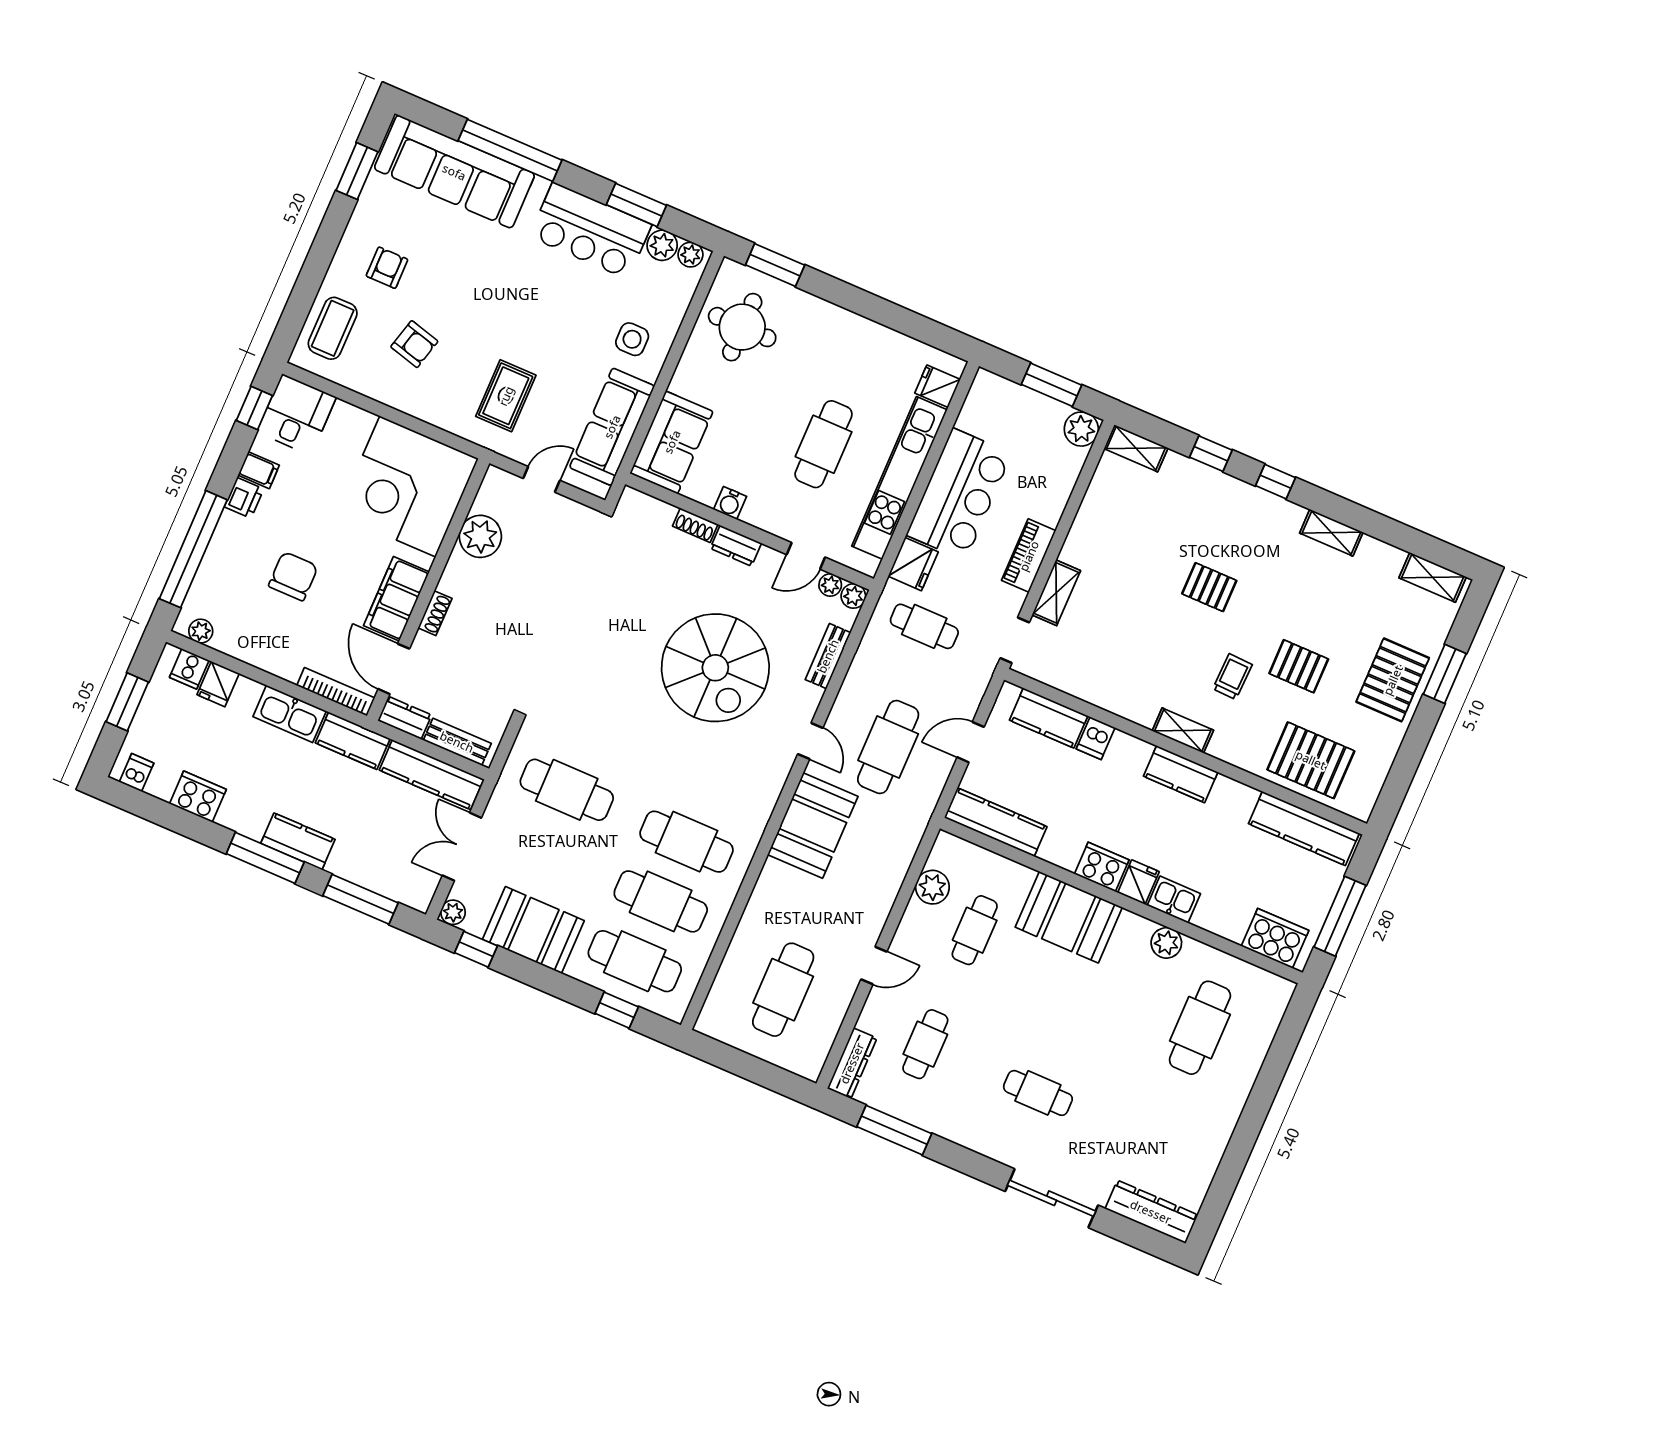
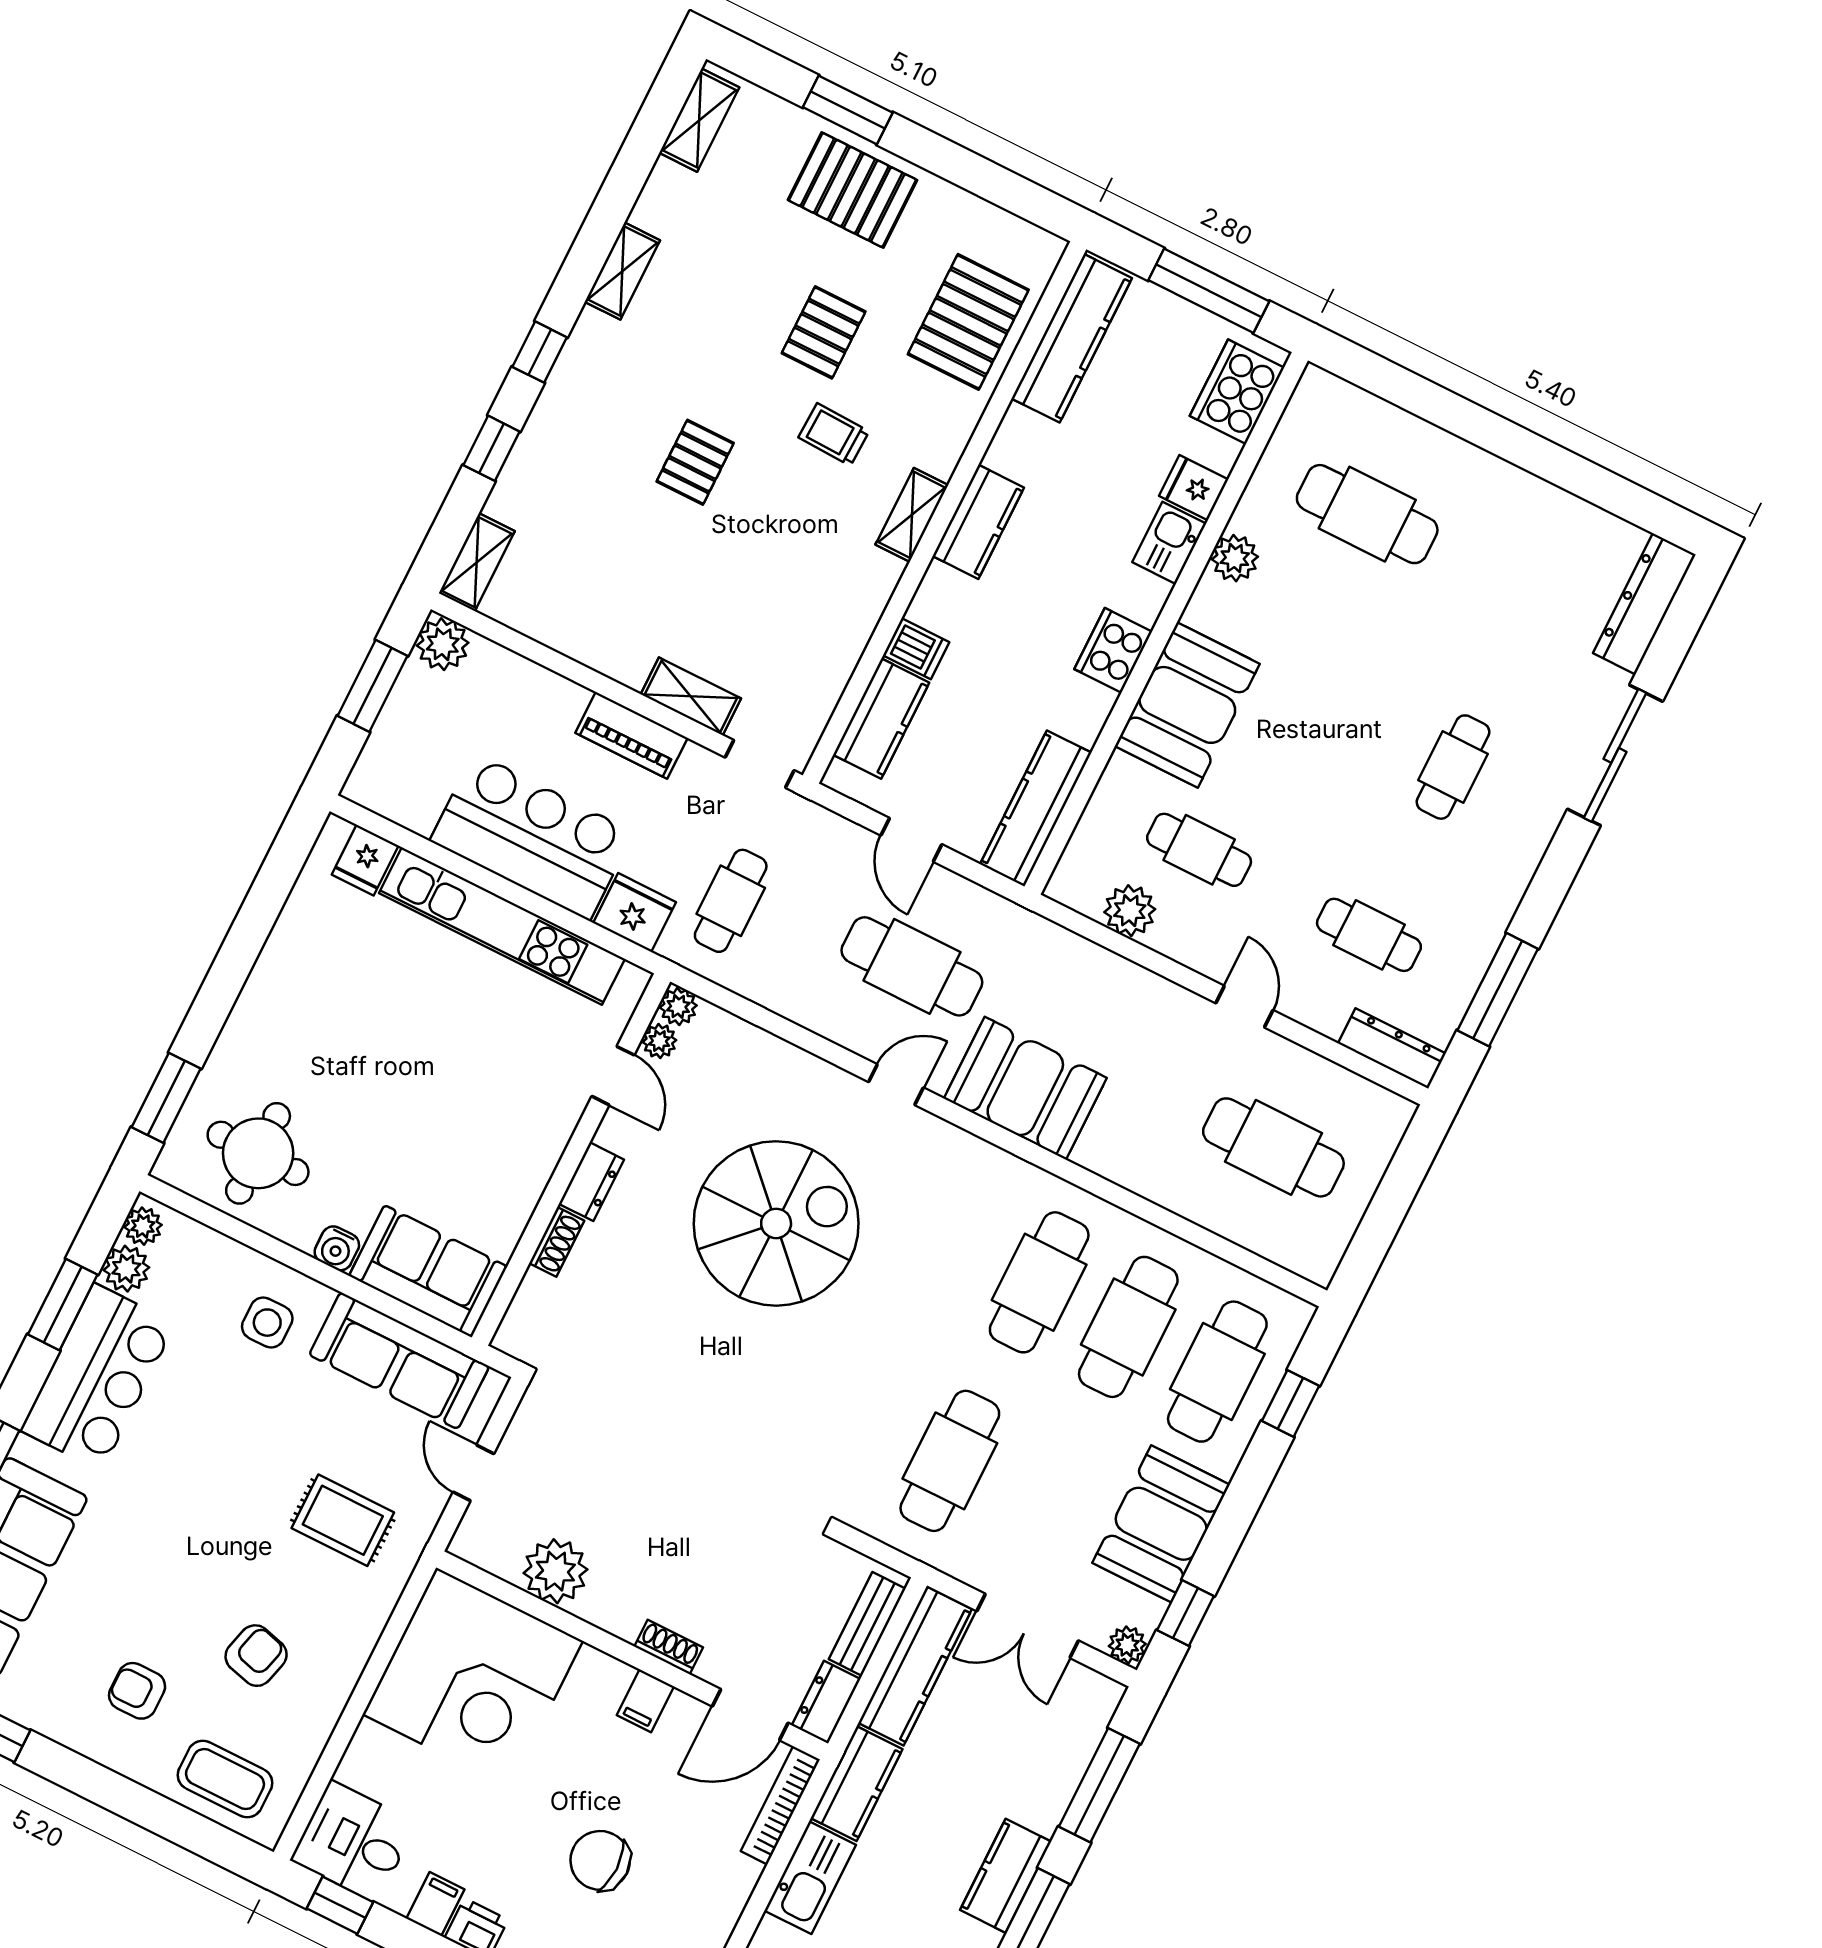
cafe table: (824, 444) -> (444, 1039), removed
water cooler: (730, 503) -> (337, 1248), moved, turned 90
filing cabinet: (396, 599) -> (645, 1701), width x0.33, depth x0.86
bench: (828, 656) -> (768, 1050), removed
fridge: (1138, 882) -> (1194, 488), moved

